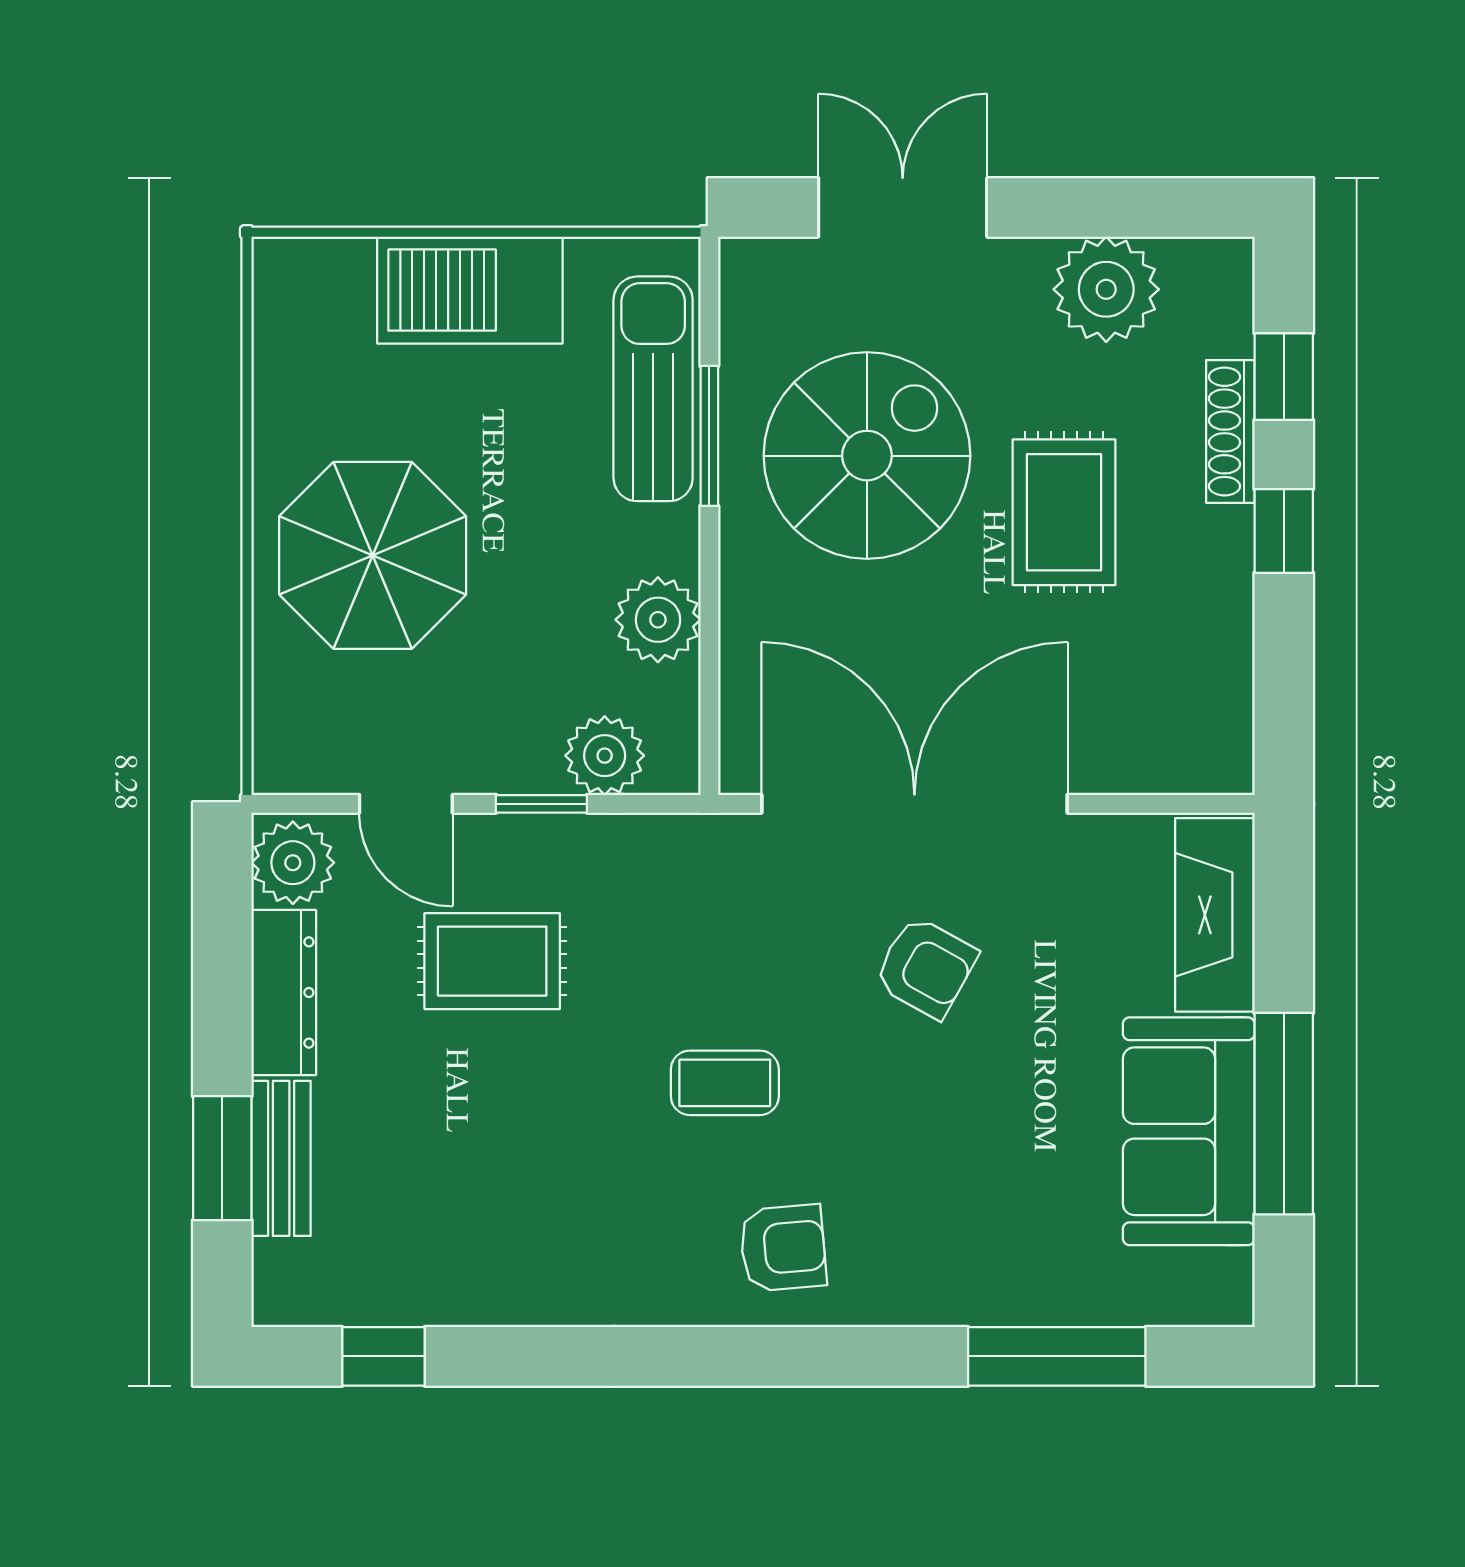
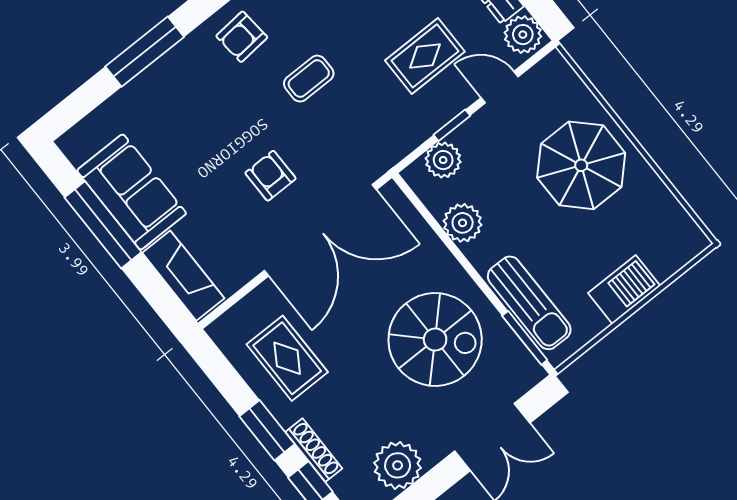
barbecue: (470, 290) -> (624, 289), width x0.73, depth x0.83
window: (709, 436) -> (525, 338), moved
spiral stairs: (867, 456) -> (435, 340), turned -90
rug: (1064, 512) -> (287, 358), moved
window: (1284, 531) -> (267, 430), width x1.50
armchair: (926, 967) -> (270, 176), turned 61
window: (1057, 1356) -> (145, 52), moved

